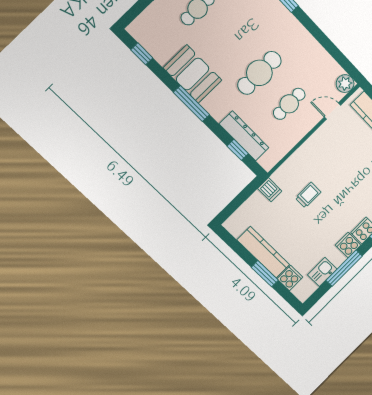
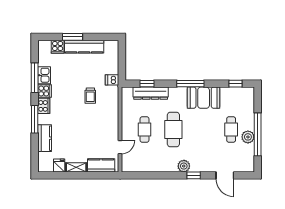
plant: (345, 84) -> (184, 166), moved
kitchen sink: (322, 272) -> (44, 75), moved

